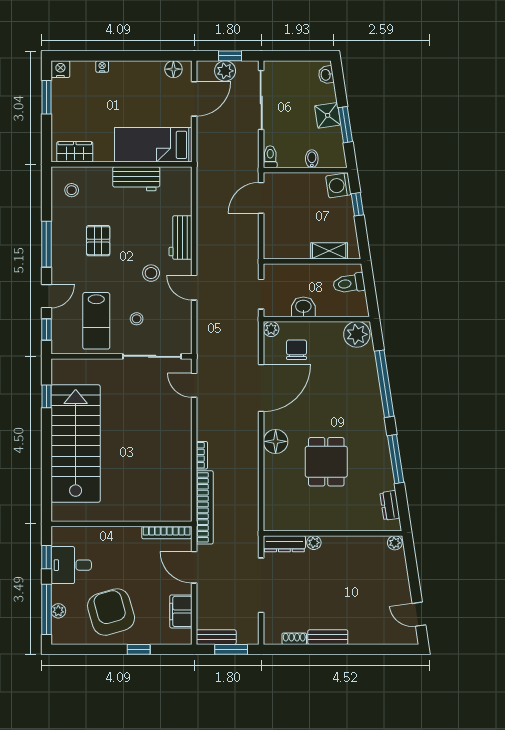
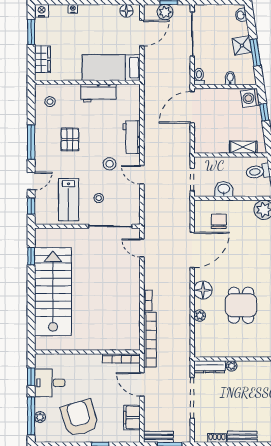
wardrobe: (75, 152) -> (42, 59), moved, turned 90
door: (261, 198) -> (192, 107), width x1.36
plant: (271, 329) -> (200, 316), moved

